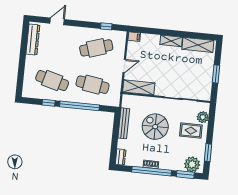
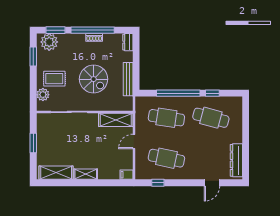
cafe table: (96, 48) -> (166, 158), turned 30

